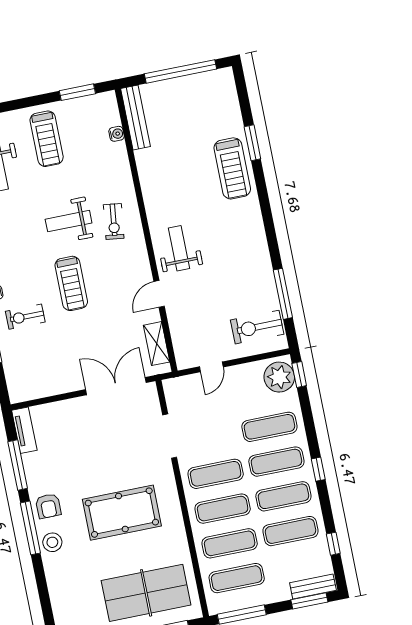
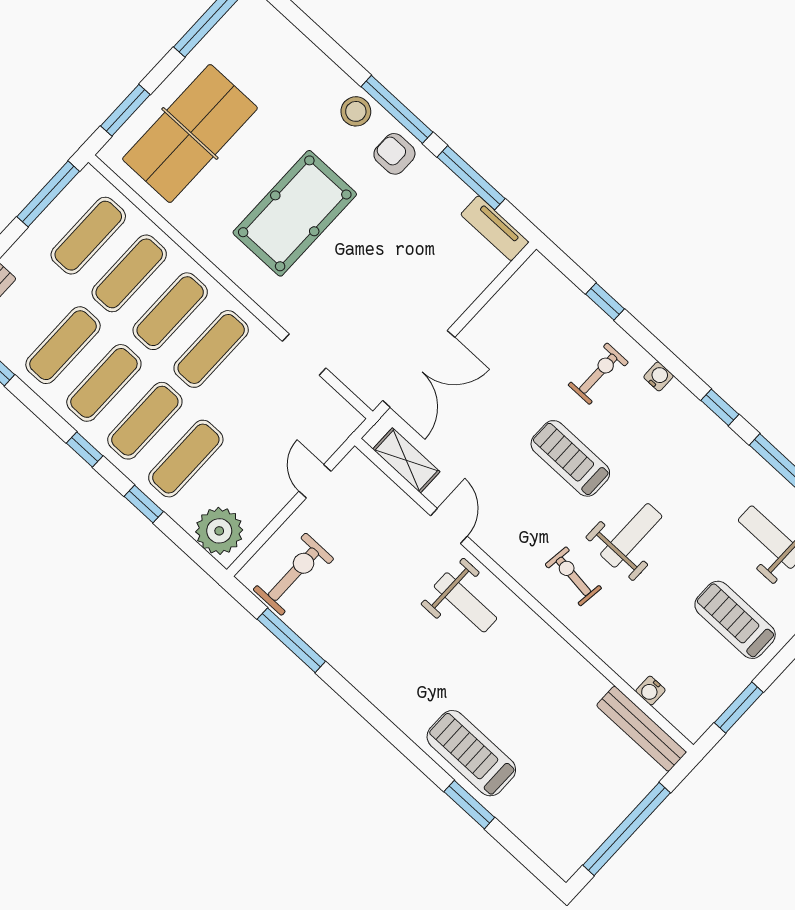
window: (299, 375) -> (144, 504), moved
doorway: (170, 436) -> (304, 355), width x0.73

